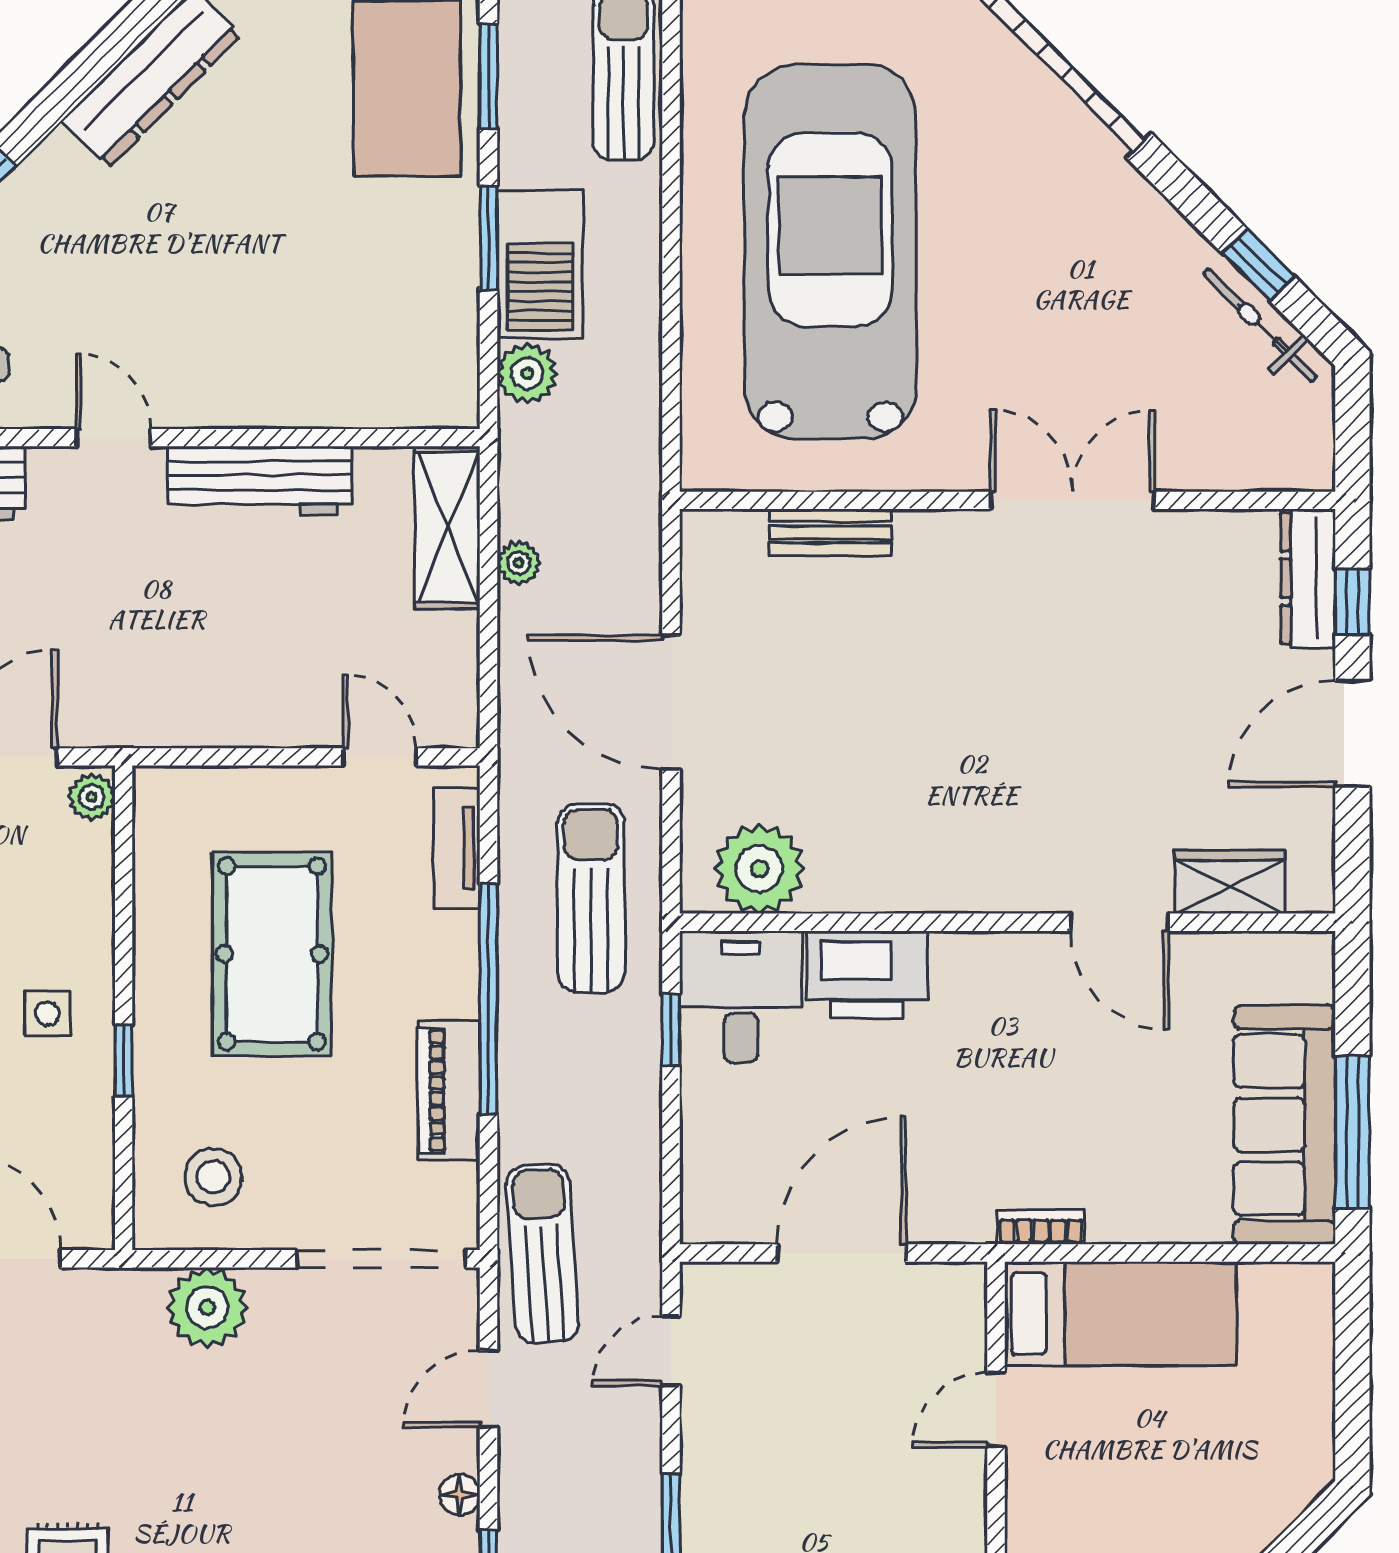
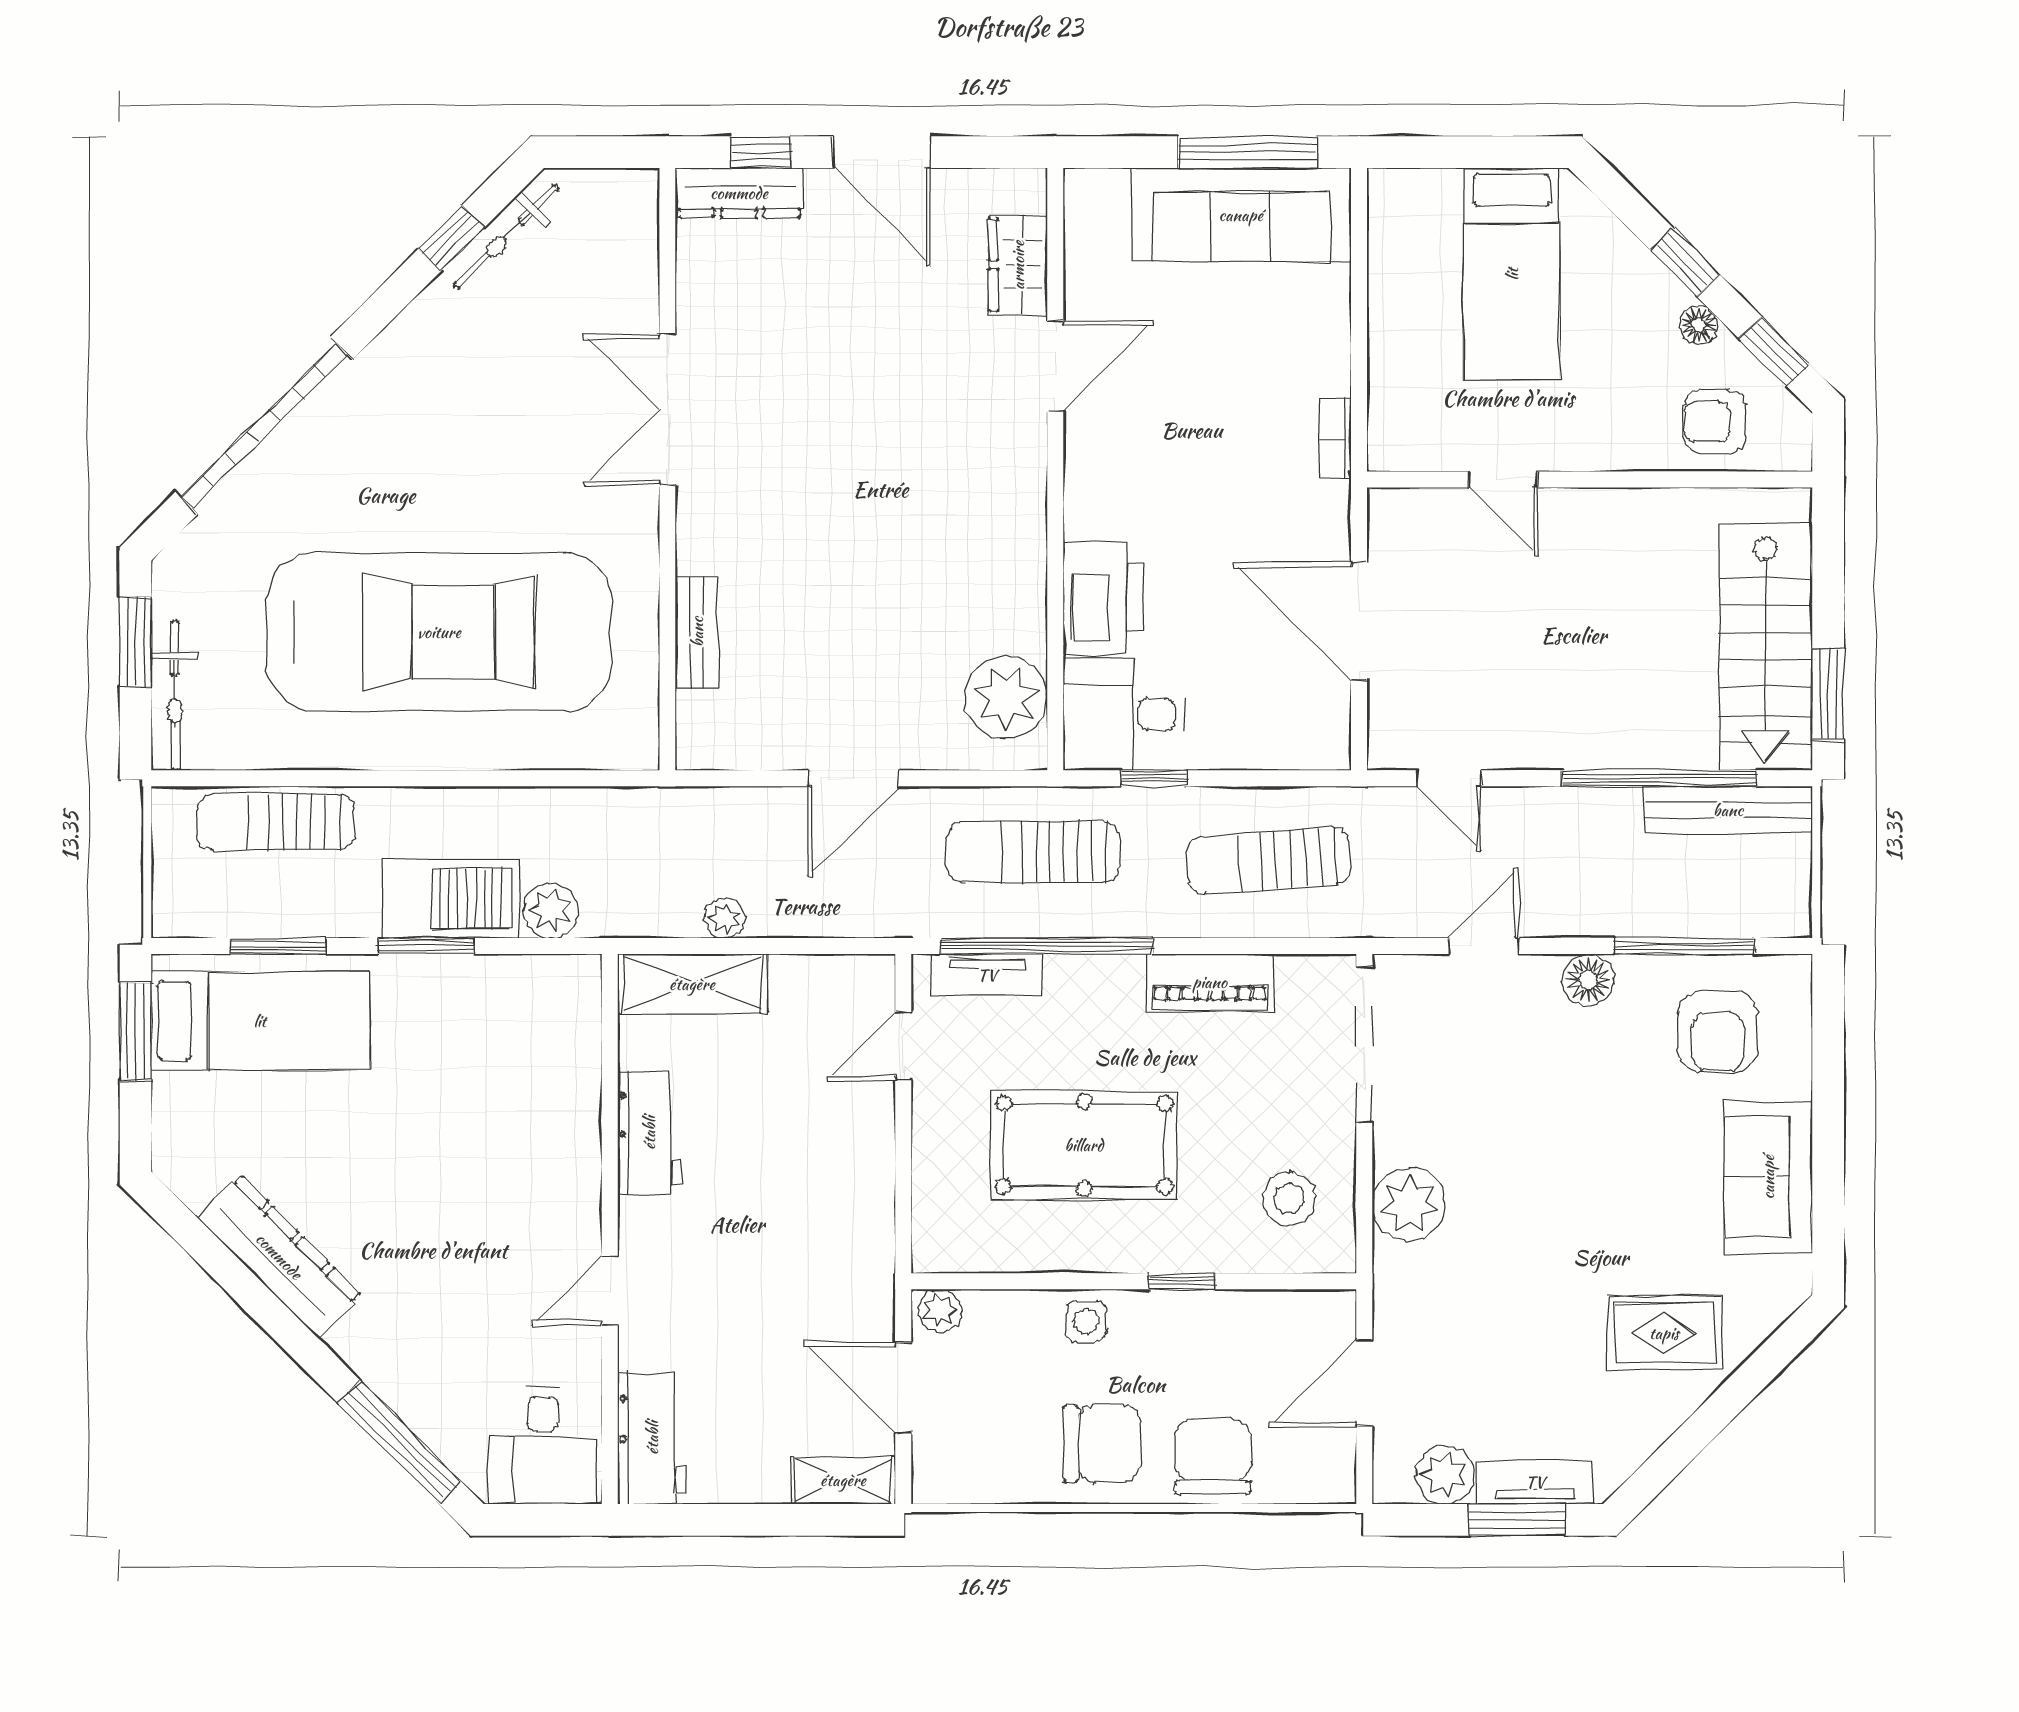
car: (830, 252) -> (439, 632), turned 180
workbench: (260, 481) -> (649, 1133), width x0.73
door: (671, 702) -> (853, 778), width x0.73
window: (489, 999) -> (1047, 946), moved
side table: (47, 1013) -> (1086, 1321), moved
sun lounger: (542, 1254) -> (1269, 861), moved
bed: (1120, 1314) -> (1512, 274), moved, turned 180
door: (489, 1389) -> (1484, 946), swing flipped
floor lamp: (459, 1495) -> (1588, 980), width x1.37, depth x1.37

